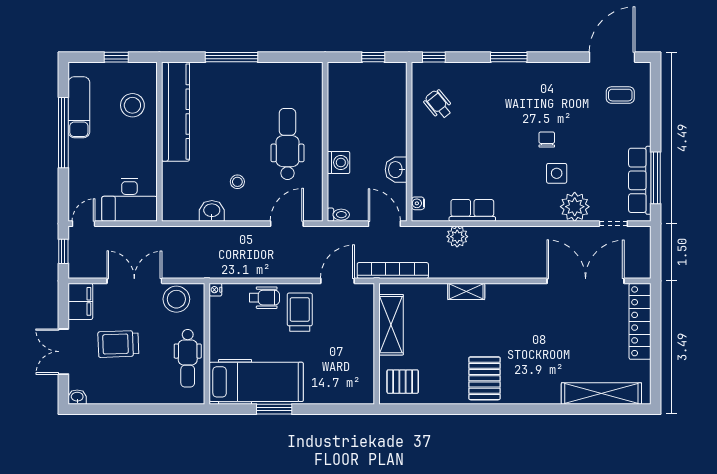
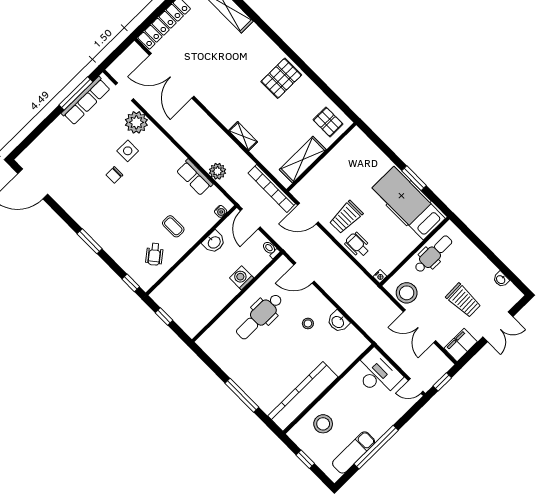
coffee table: (620, 95) -> (173, 226), moved
washbasin: (77, 397) -> (501, 279), moved

